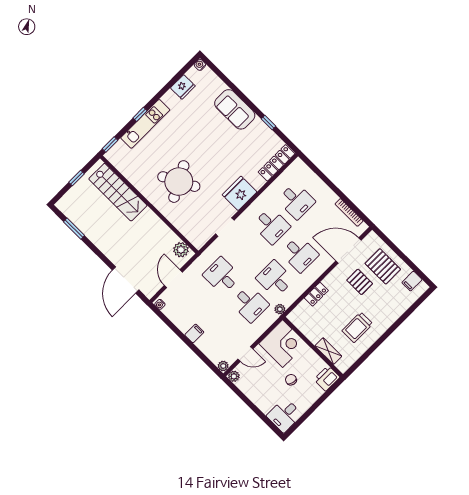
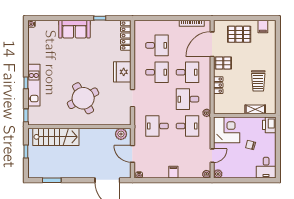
fridge: (183, 87) -> (34, 45), removed
pallet: (360, 282) -> (223, 63), moved

